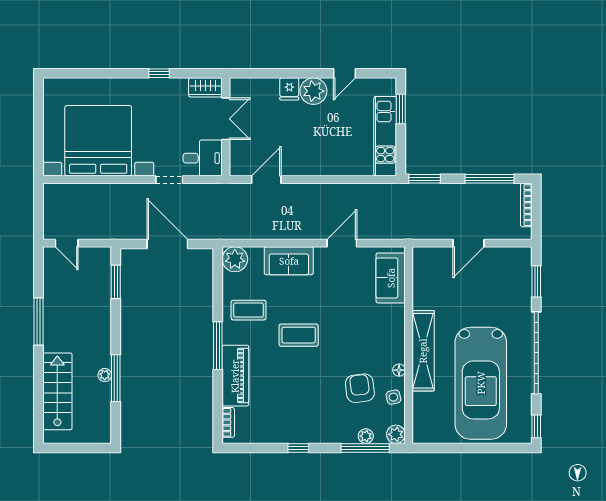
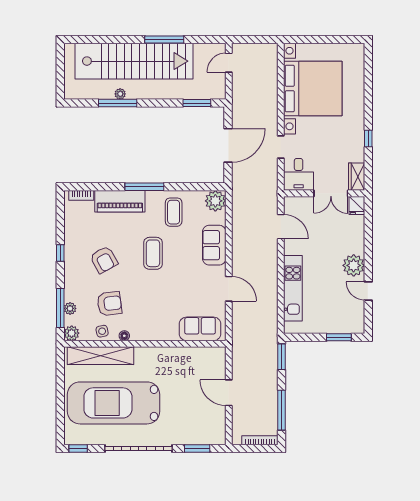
fridge: (289, 89) -> (357, 205), moved, turned -90
kitchen unit: (385, 136) -> (293, 288), moved, turned 90
shelving: (423, 351) -> (100, 356), moved
stairs: (57, 391) -> (134, 61), width x1.86, depth x1.51
armchair: (306, 395) -> (104, 260), added

